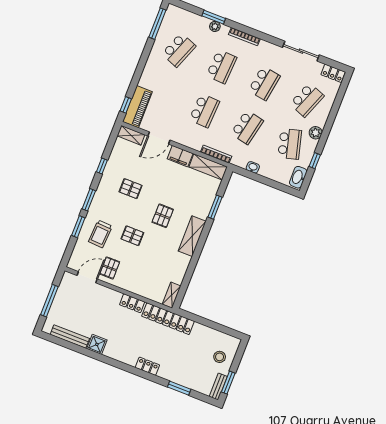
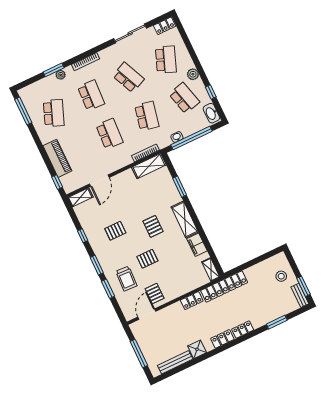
school desk: (264, 83) -> (128, 77), turned -33
piano: (137, 107) -> (57, 158), moved
filing cabinet: (180, 156) -> (197, 245), moved, turned 90
window: (263, 180) -> (191, 138), added
locker: (124, 357) -> (222, 339), added

